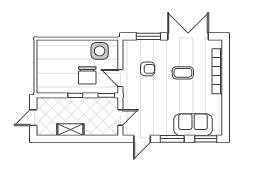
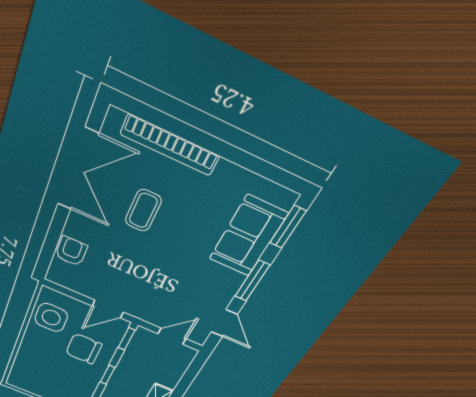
window: (148, 36) -> (53, 238), removed
double door: (188, 36) -> (78, 170), swing flipped
armchair: (148, 69) -> (71, 251), moved
chair: (87, 75) -> (84, 349), turned 180
door: (120, 117) -> (172, 336), hinge flipped

